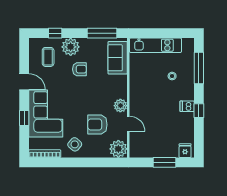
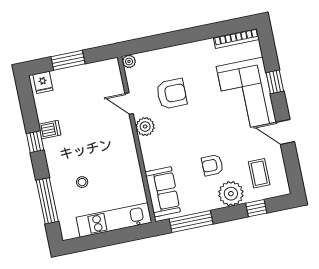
dishwasher: (187, 106) -> (50, 130), moved
side table: (75, 144) -> (197, 60), removed
plant: (118, 149) -> (129, 61), width x0.53, depth x0.53

